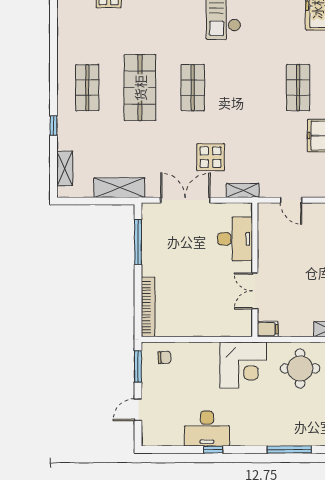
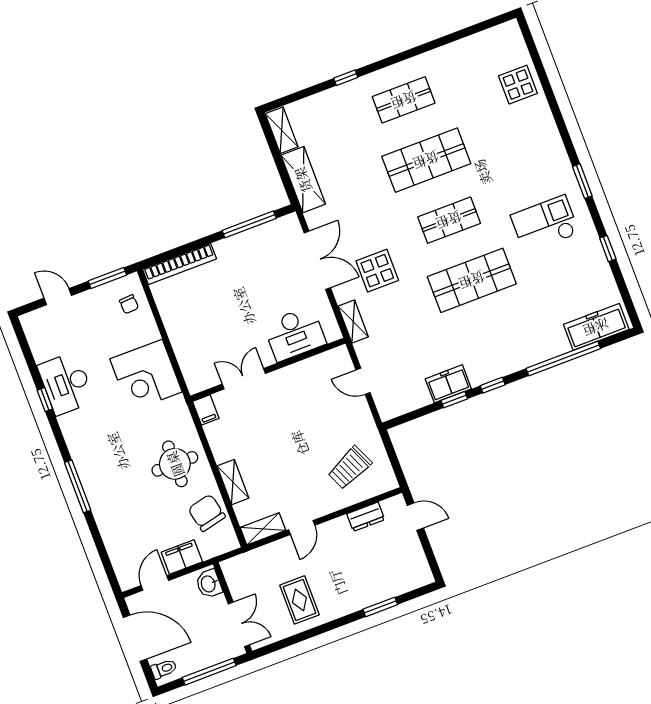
shop shelf: (298, 88) -> (472, 280), moved, width x1.43, depth x1.36
shelving: (65, 168) -> (282, 130), moved, turned 90
door: (291, 200) -> (363, 381), hinge flipped
corner desk: (243, 365) -> (146, 375), moved

